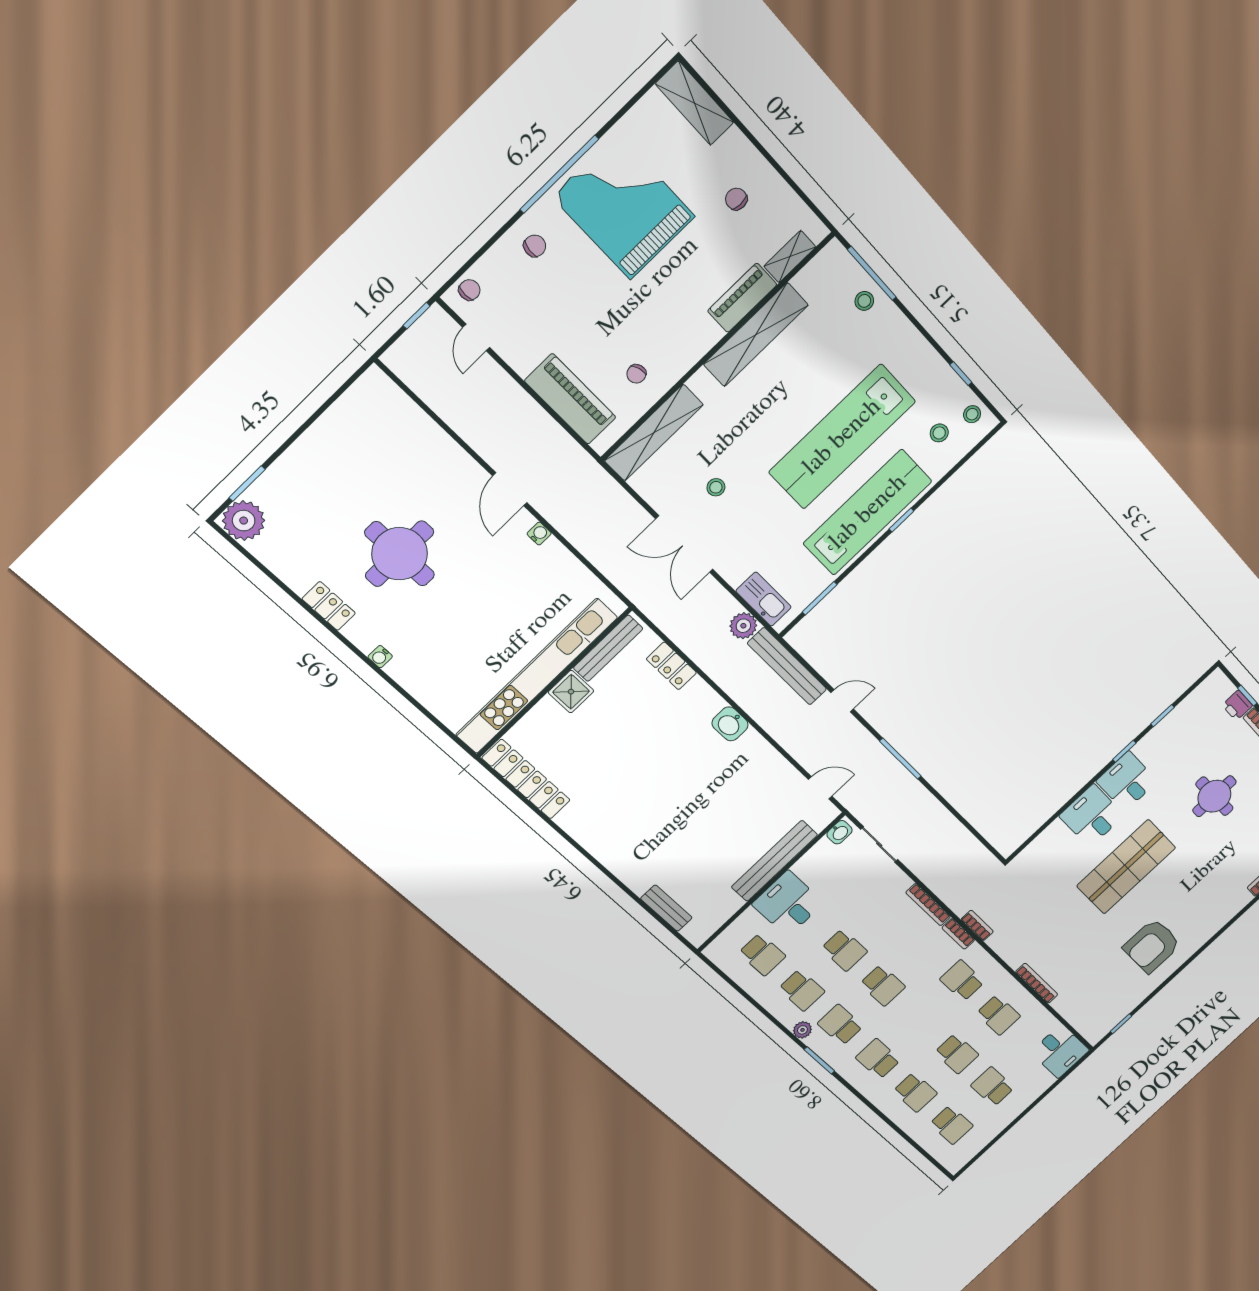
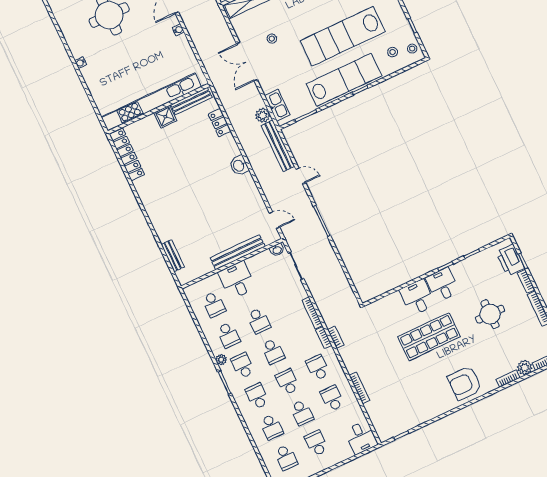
locker: (329, 606) -> (67, 28), removed
printer: (1237, 705) -> (510, 260), width x1.87, depth x1.48
armchair: (1152, 946) -> (465, 383), moved
school desk: (998, 1015) -> (332, 398), turned 180
school desk: (920, 1020) -> (287, 382), added

